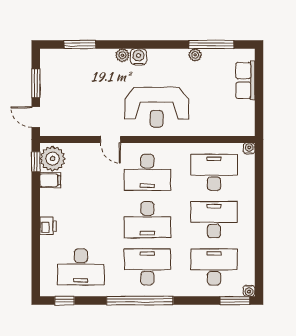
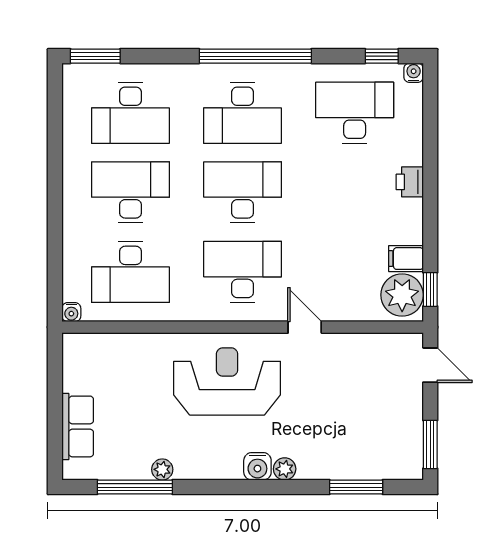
window: (36, 83) -> (430, 444), moved
desk: (214, 220) -> (130, 192), turned 180
water cooler: (249, 291) -> (414, 73), moved

